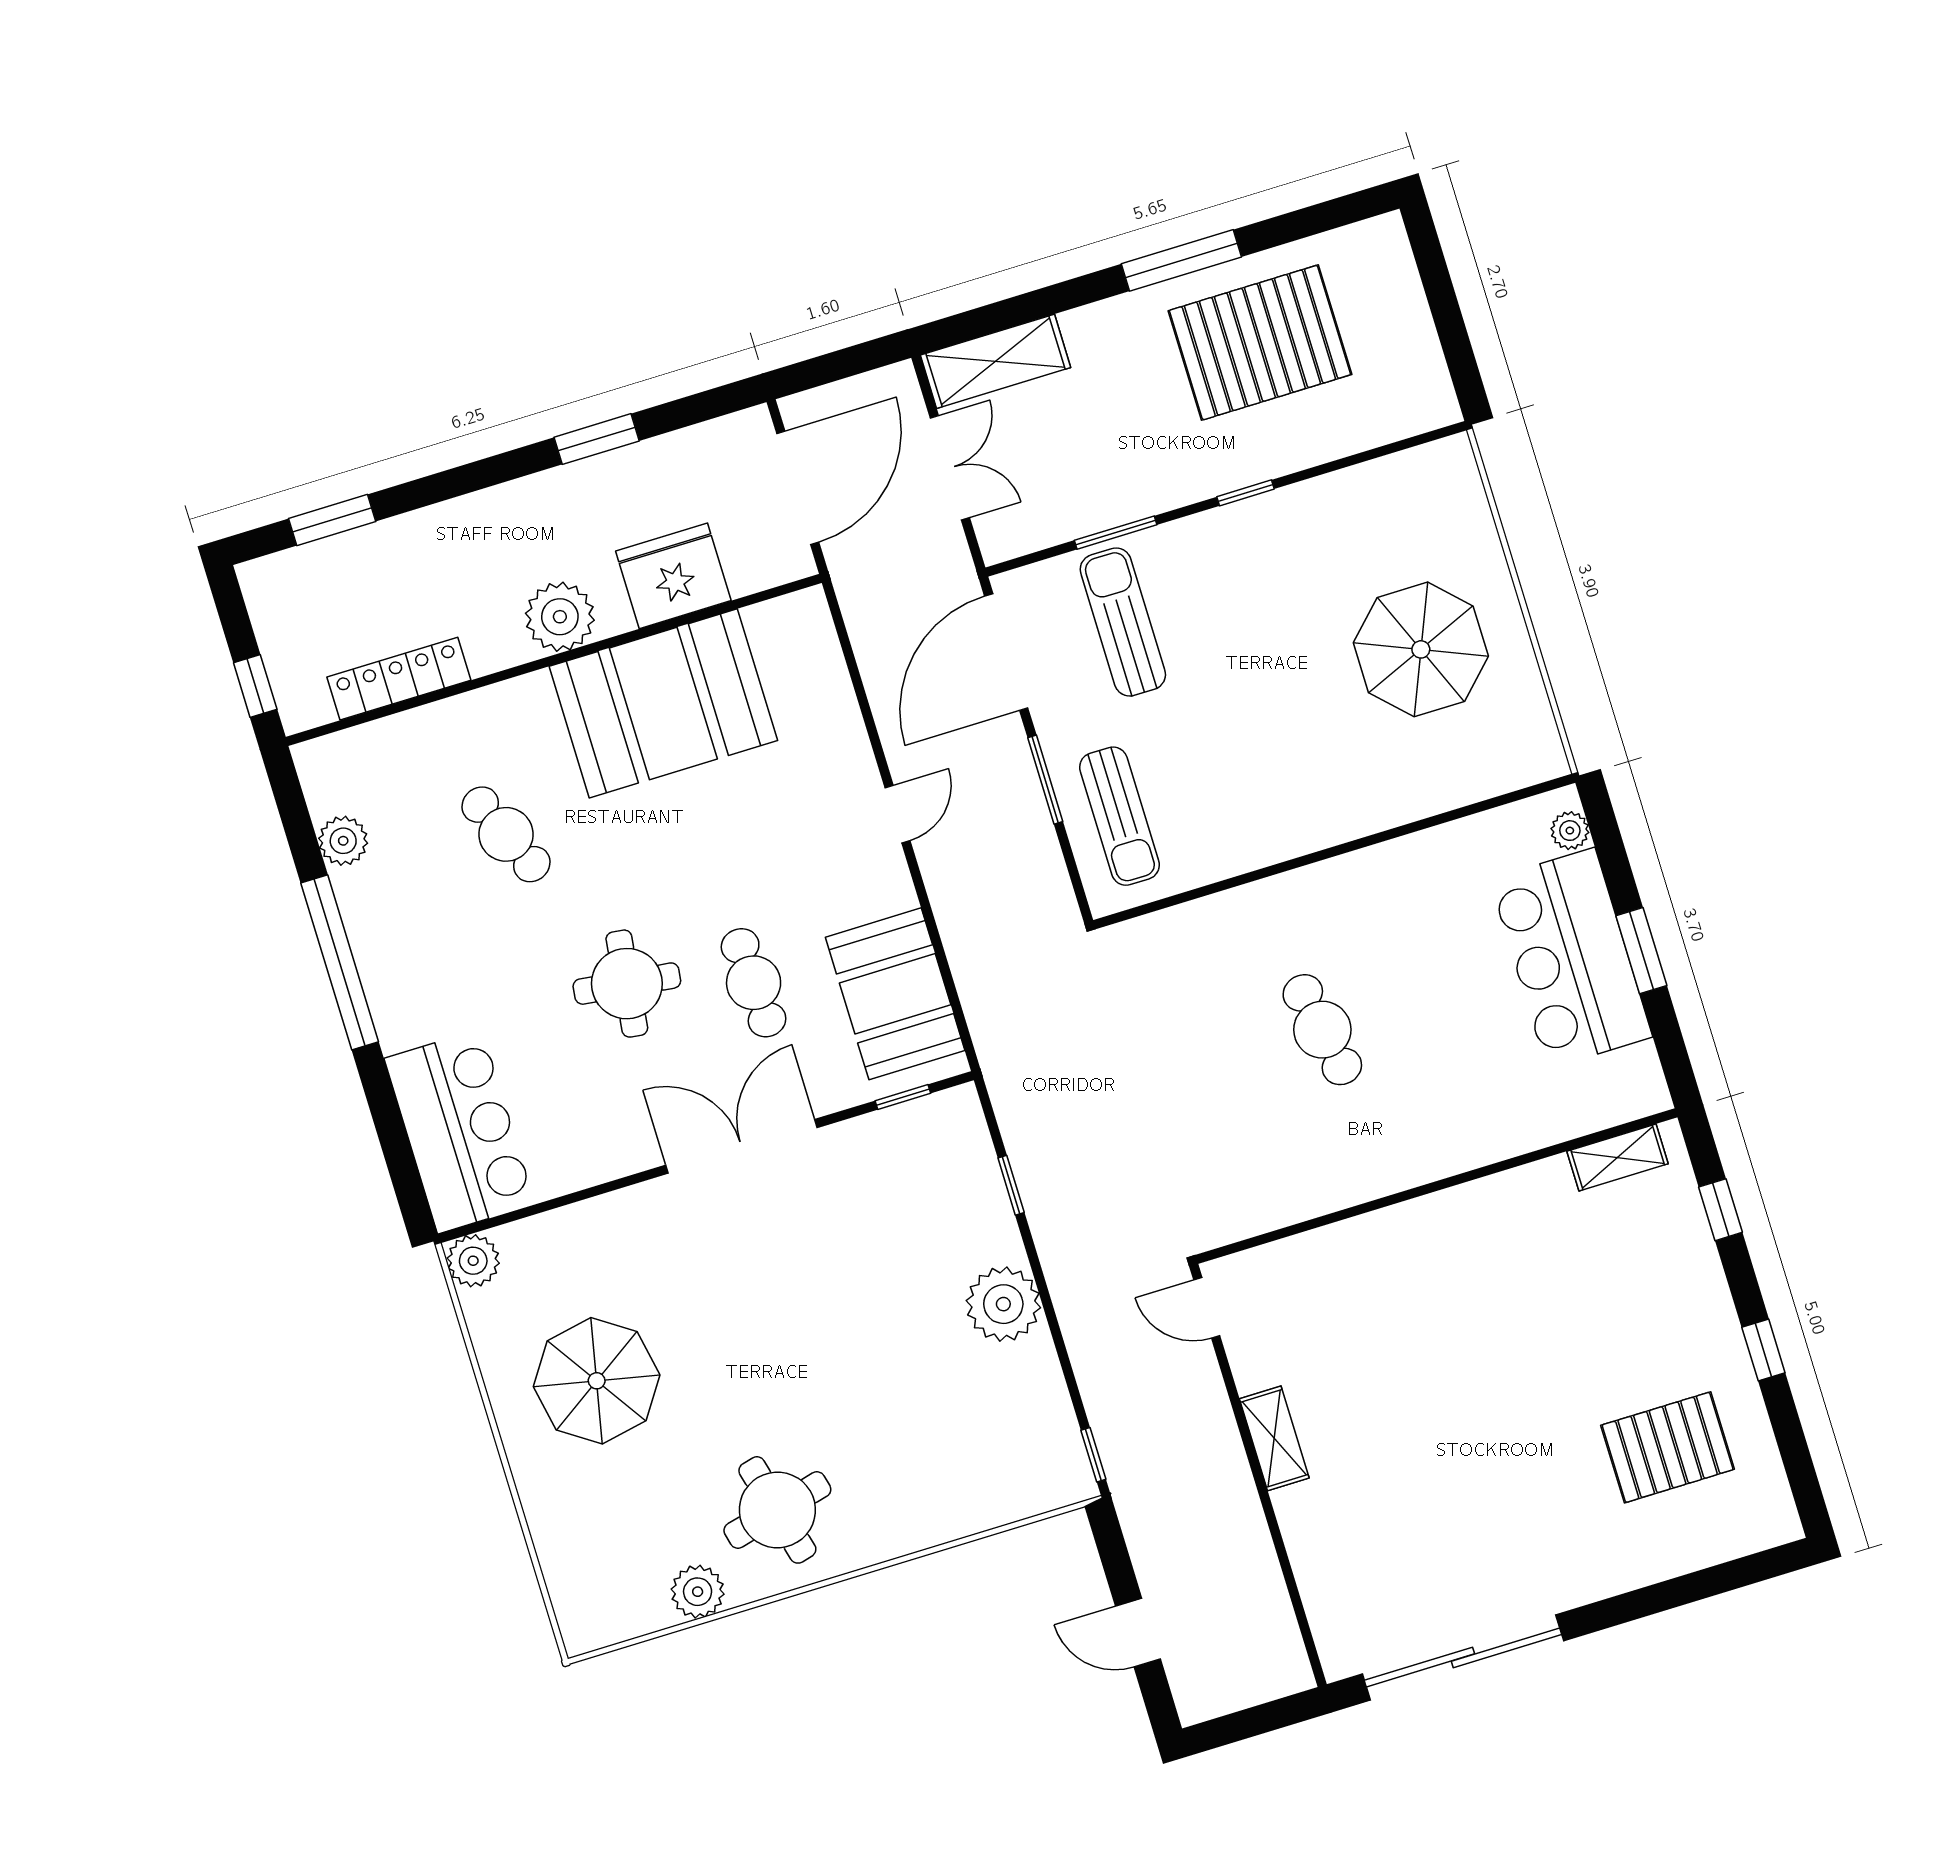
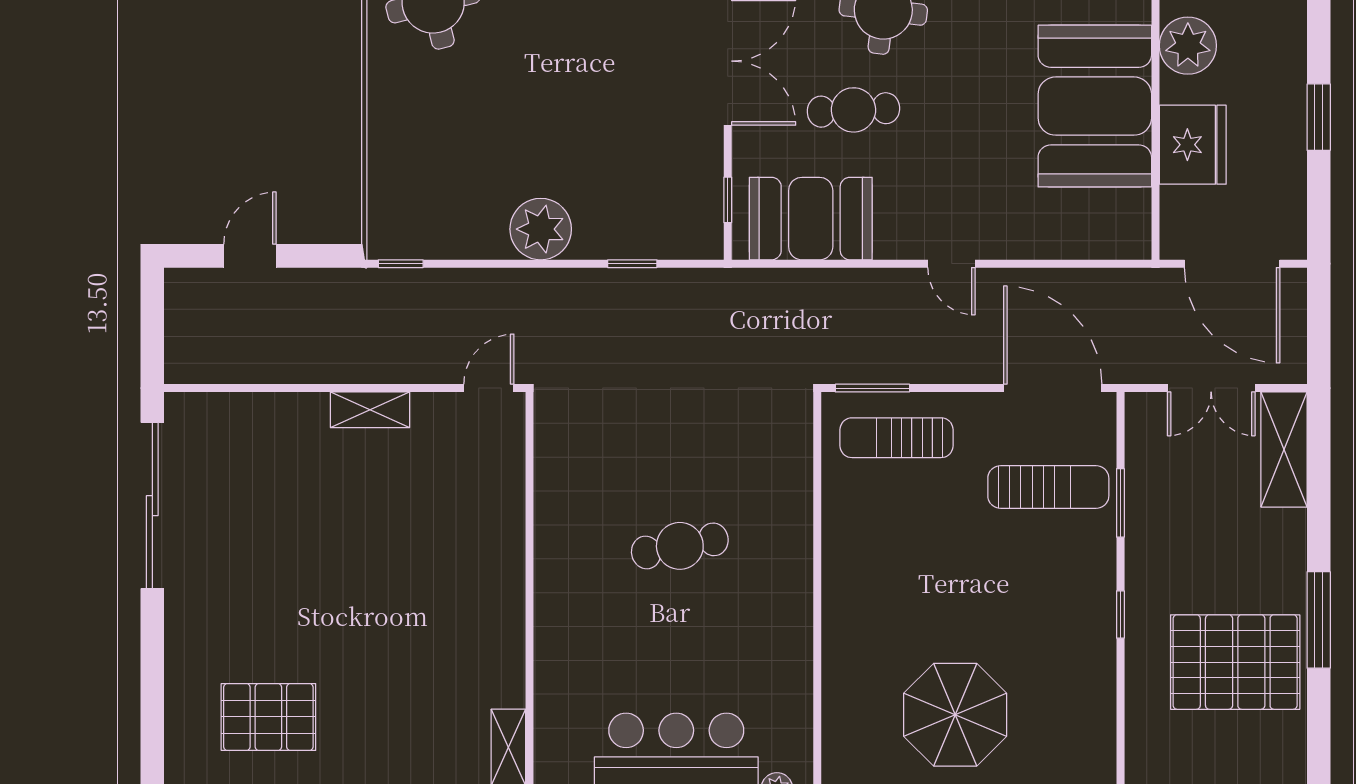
pallet: (1260, 343) -> (1235, 662), turned 90
window: (1045, 780) -> (872, 388), moved
pallet: (1668, 1447) -> (268, 717), turned 90

